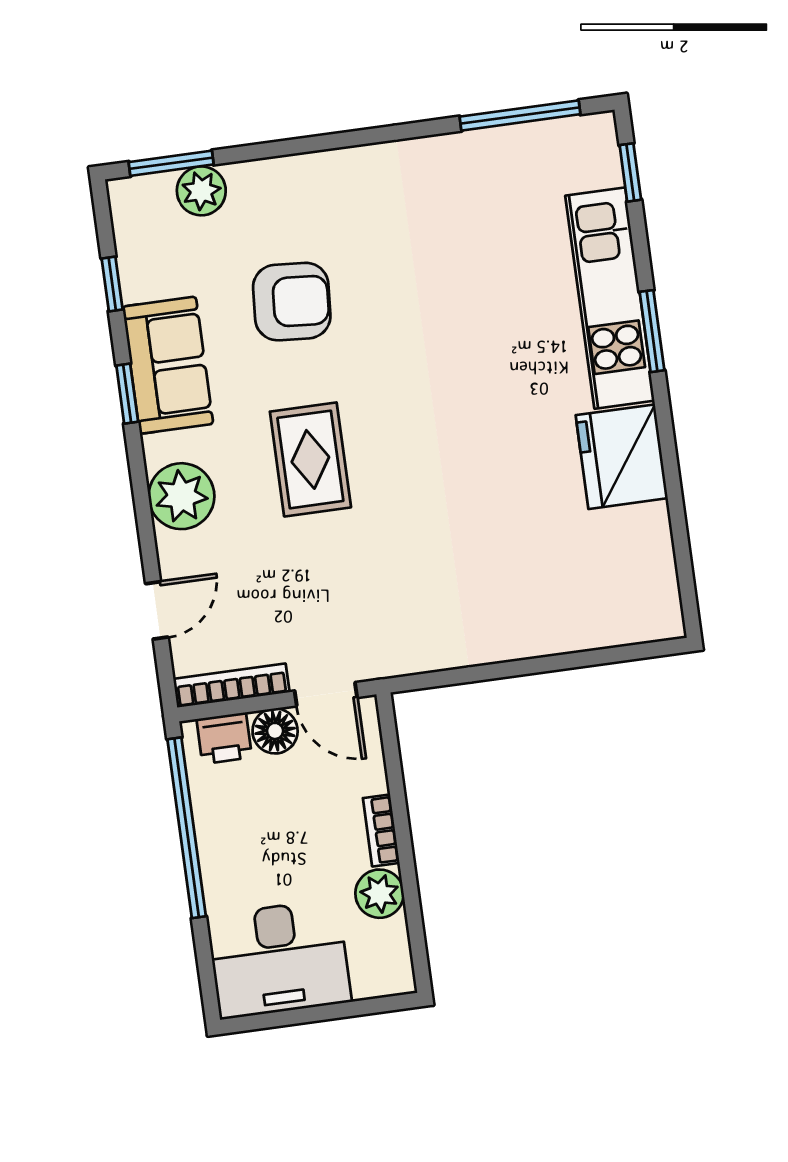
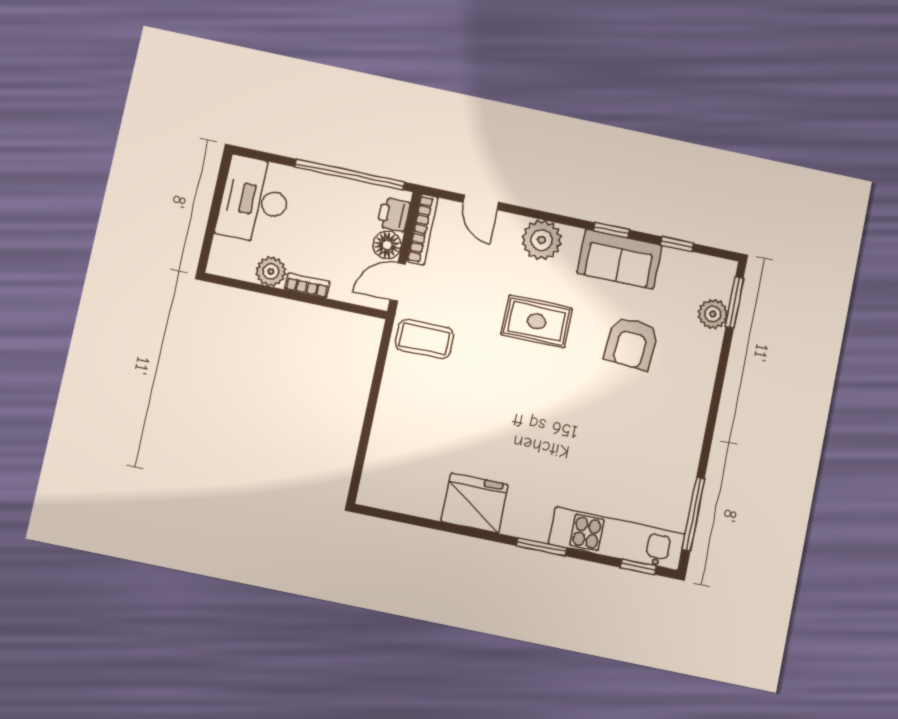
kitchen unit: (610, 298) -> (617, 539), moved
coffee table: (399, 622) -> (424, 339), added

